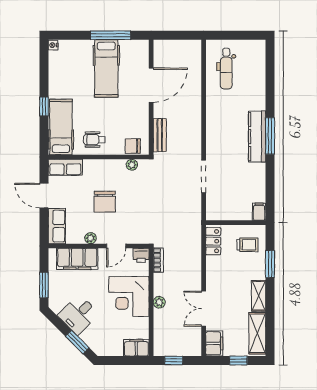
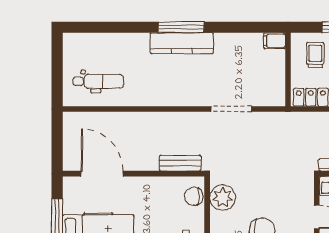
door: (151, 85) -> (102, 174), moved
chair: (133, 146) -> (194, 196), turned 90
plant: (132, 165) -> (223, 198), width x1.88, depth x1.88

